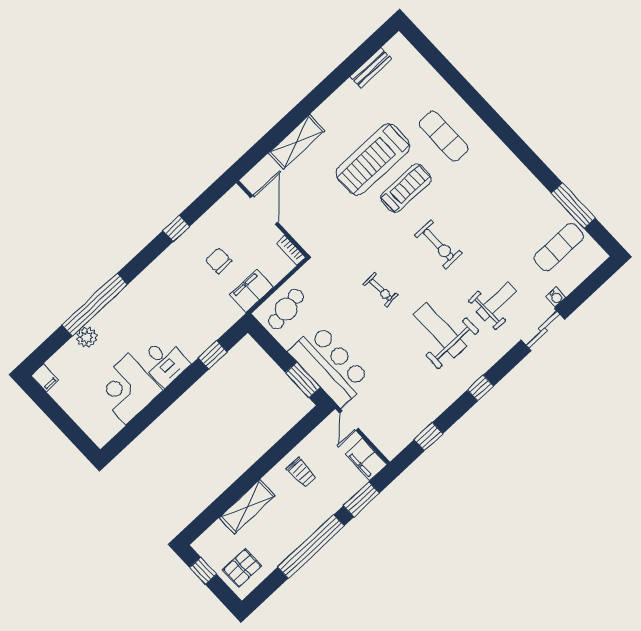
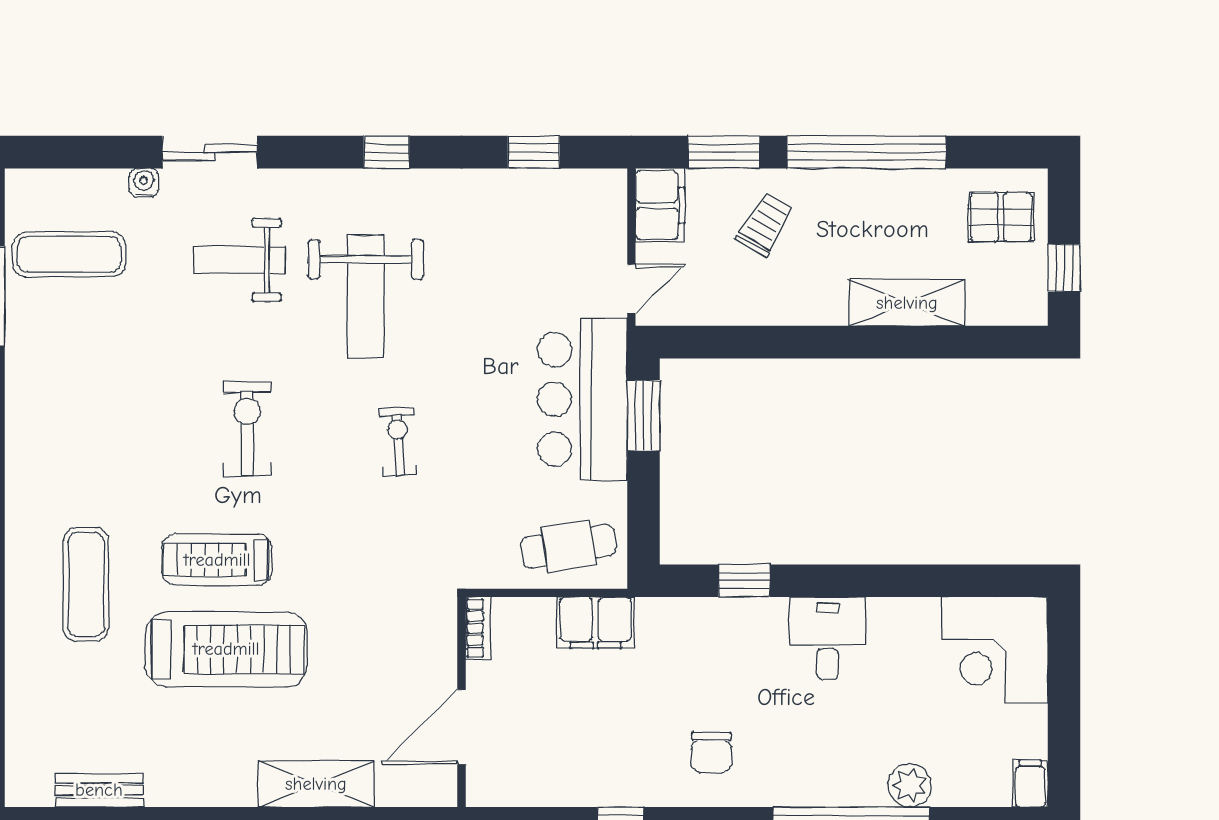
chair: (219, 261) -> (711, 752), moved
corner desk: (127, 389) -> (995, 650), moved, turned 90
trolley: (302, 472) -> (765, 224), moved, turned 31

